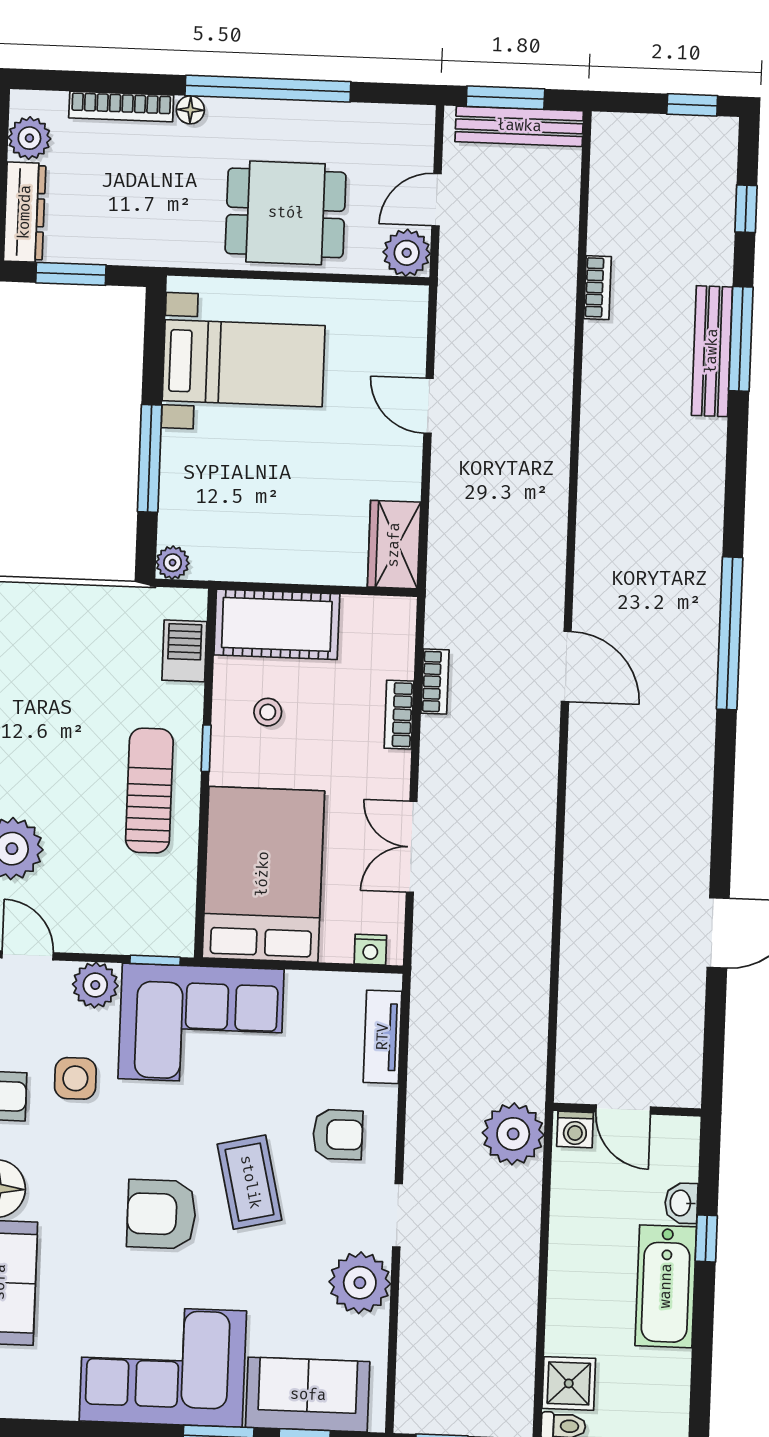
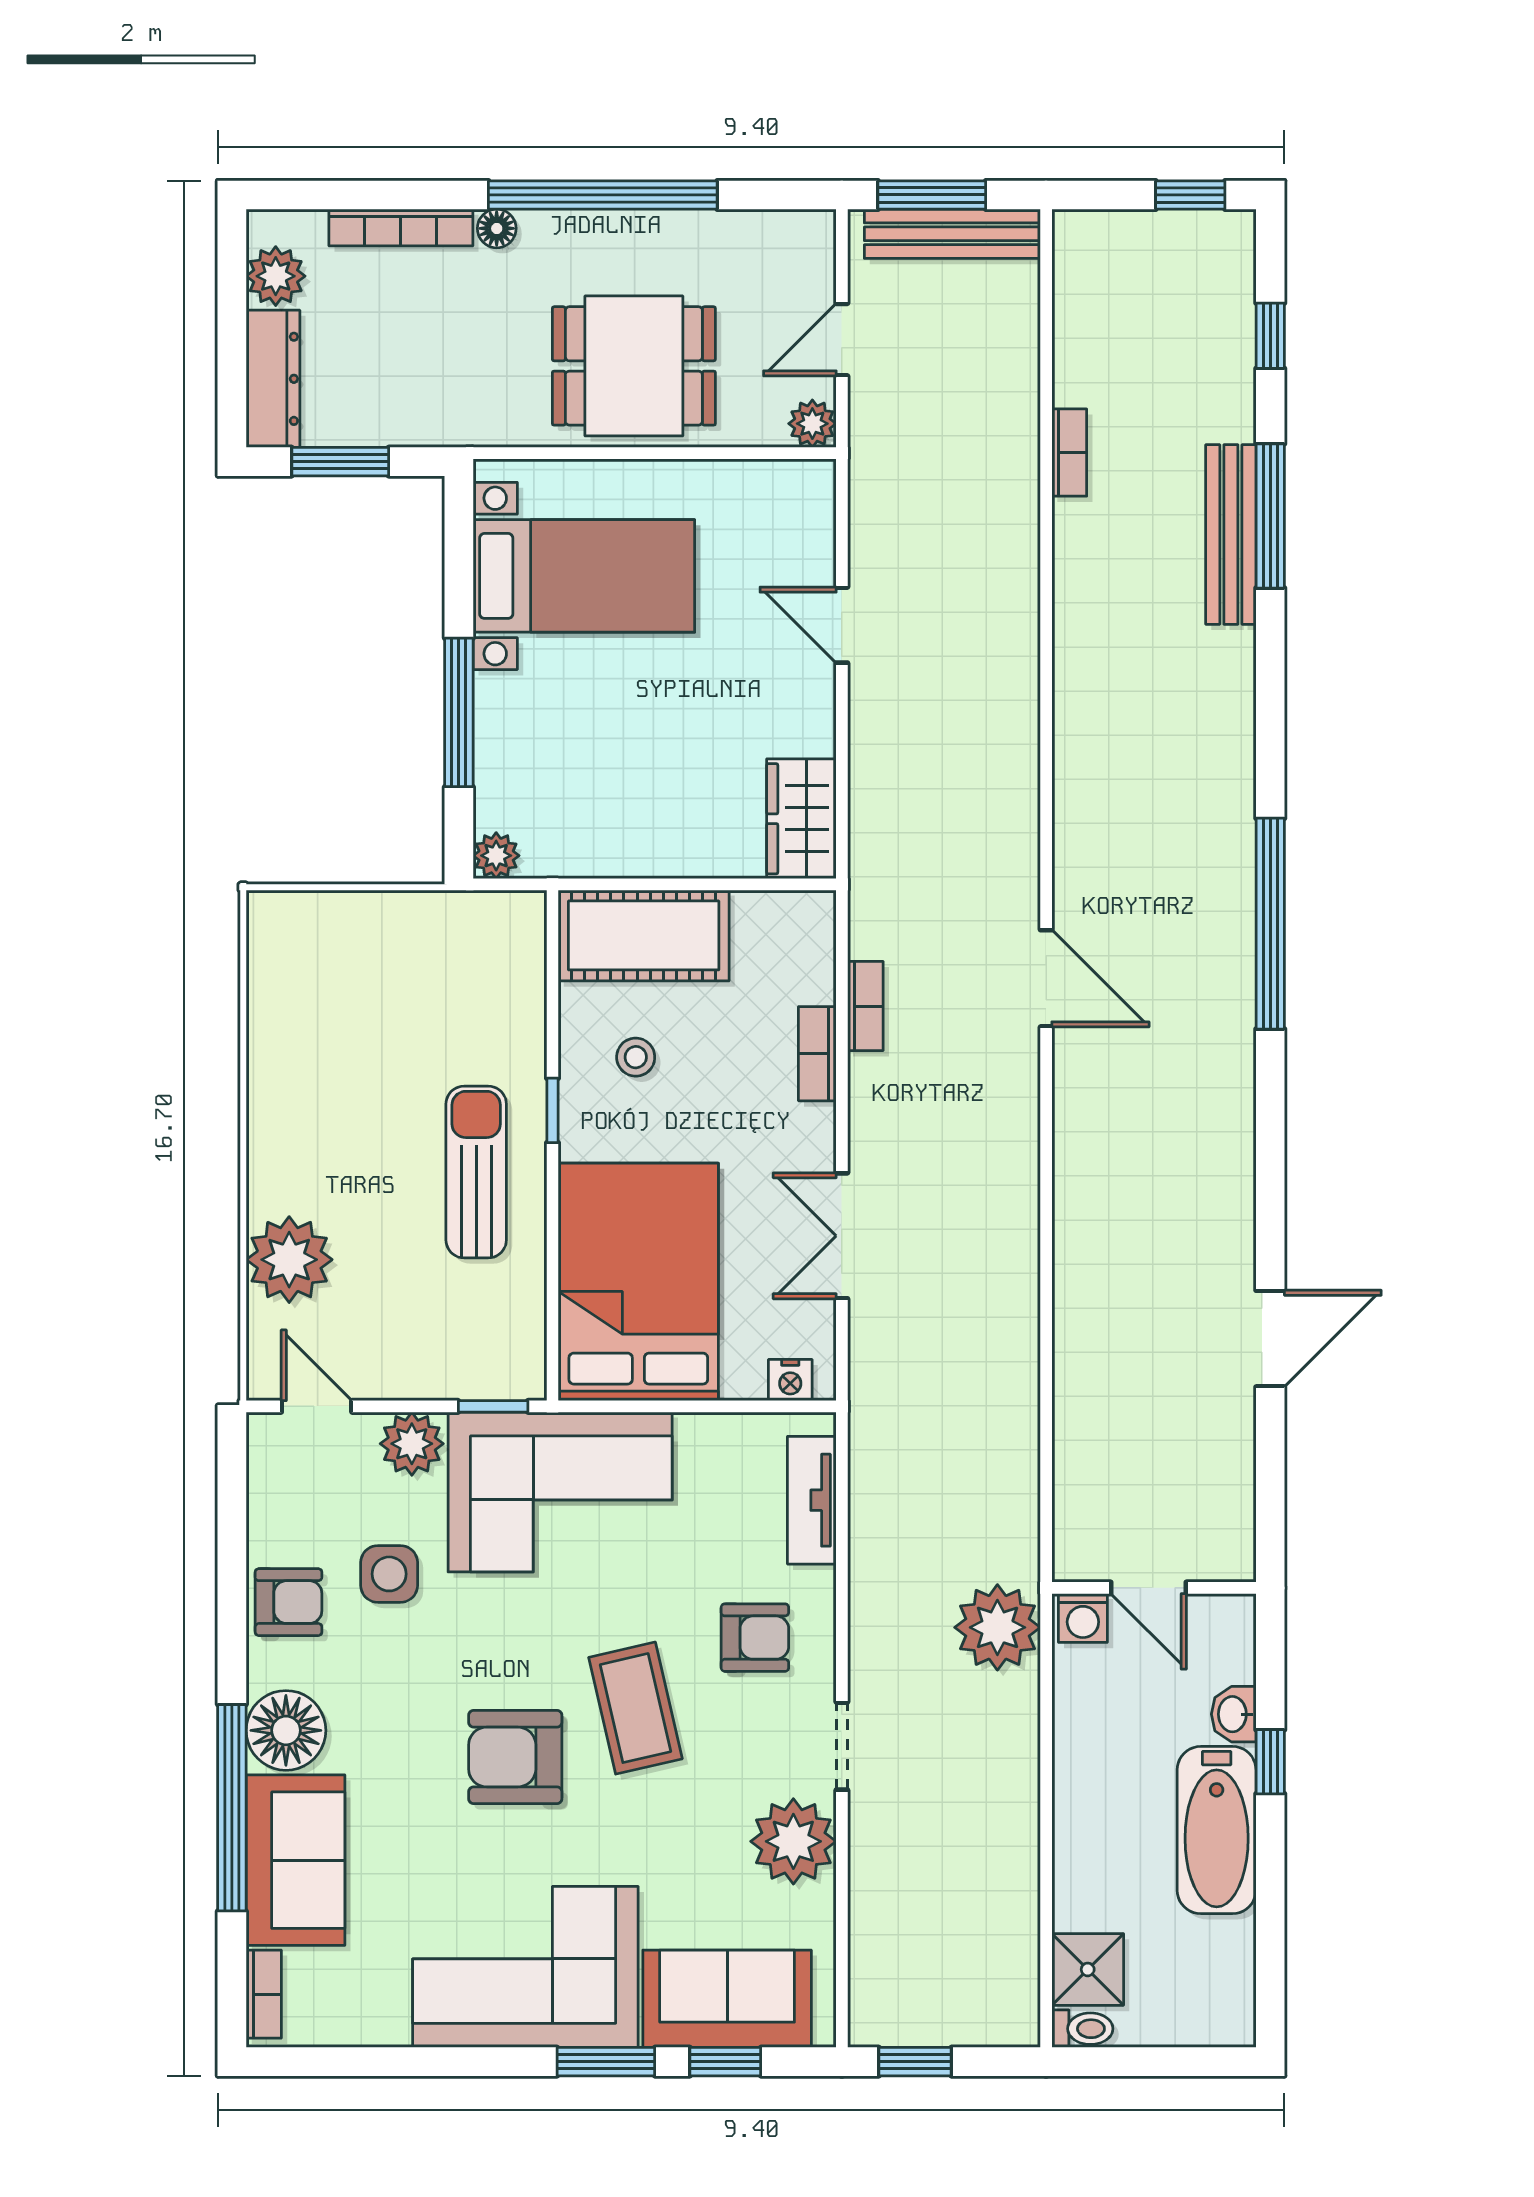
plant: (407, 253) -> (812, 424), width x0.73, depth x0.73
barbecue: (184, 651) -> (517, 977), removed

